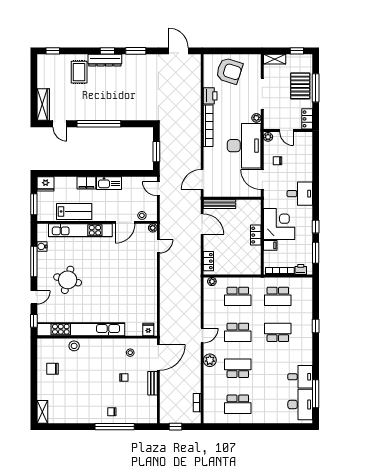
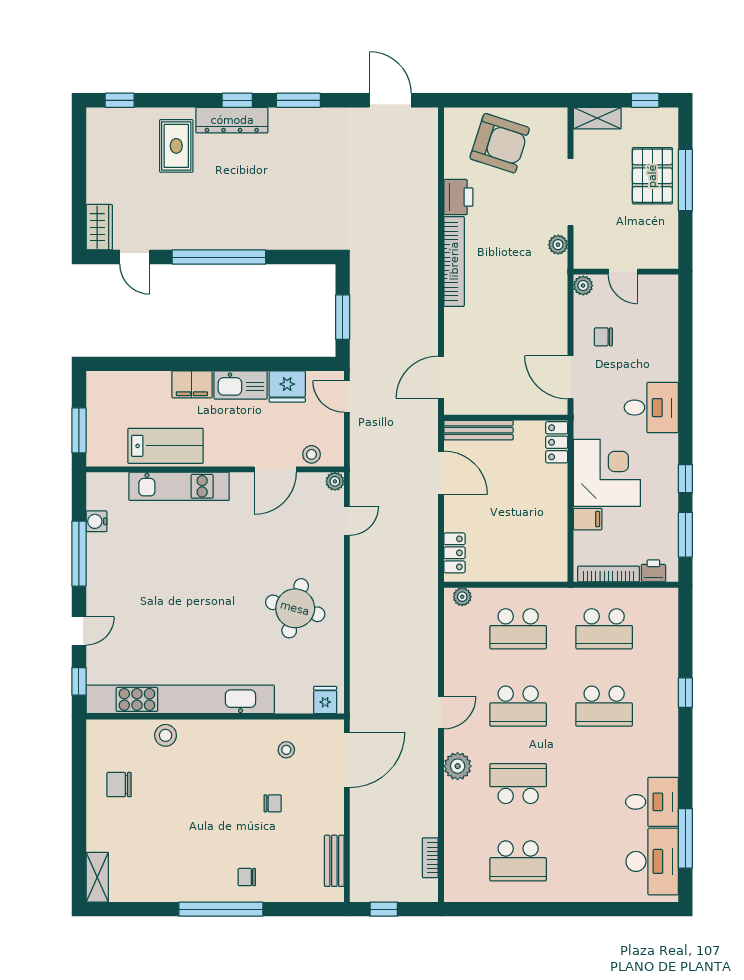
wardrobe: (43, 105) -> (99, 227), width x0.67
locker: (307, 119) -> (667, 247), removed
desk: (244, 146) -> (532, 304), removed
fridge: (46, 184) -> (287, 387), moved
kitchen unit: (80, 230) -> (179, 486), width x0.73
locker: (256, 235) -> (557, 442), moved
round table: (68, 280) -> (295, 608), moved
school desk: (278, 332) -> (604, 706), turned 180
bench: (152, 383) -> (334, 861), moved
window: (115, 427) -> (221, 909), moved

